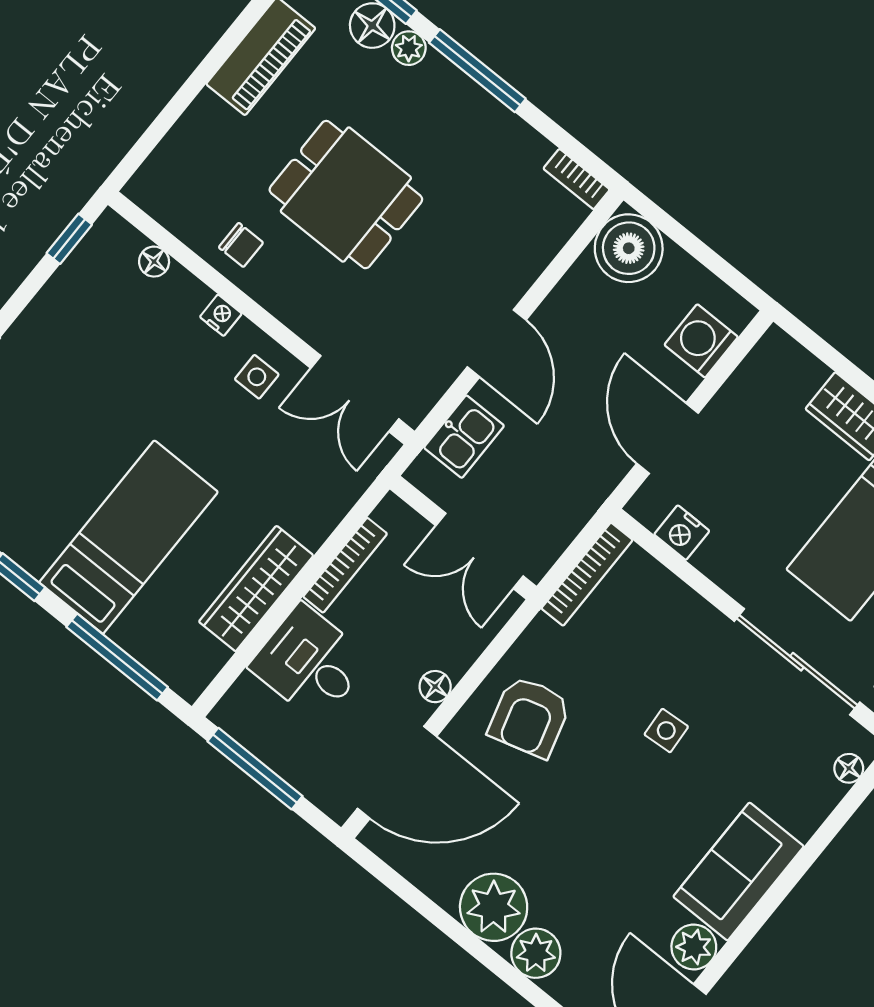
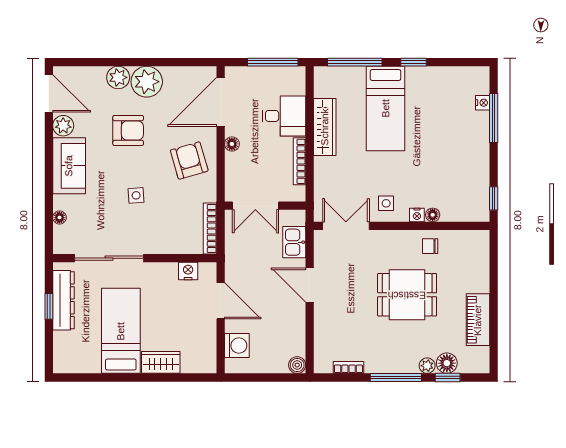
bookcase: (577, 179) -> (349, 367), moved
boiler: (629, 248) -> (297, 365), width x0.54, depth x0.54
floor lamp: (154, 262) -> (433, 215), moved
double door: (480, 551) -> (255, 206), swing flipped
floor lamp: (849, 768) -> (59, 217), moved
armchair: (591, 850) -> (128, 130), added

